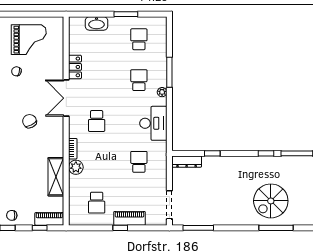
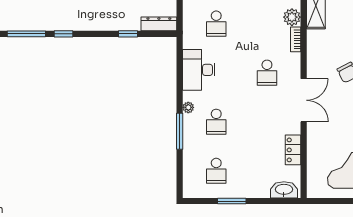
washbasin: (96, 23) -> (284, 190), moved
locker: (75, 67) -> (293, 150), moved
school desk: (97, 121) -> (267, 73), turned 180

